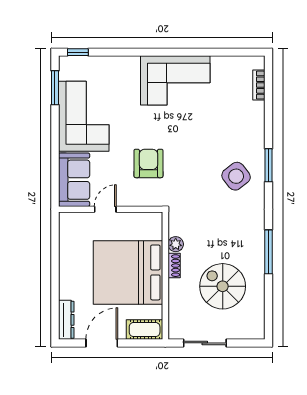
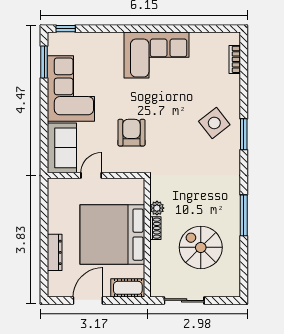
side table: (236, 176) -> (214, 123), moved
dresser: (66, 320) -> (55, 252), moved

